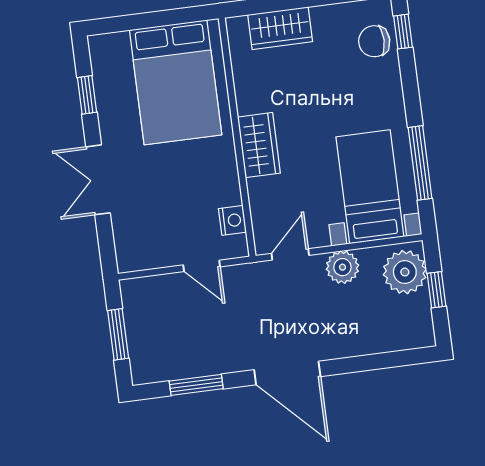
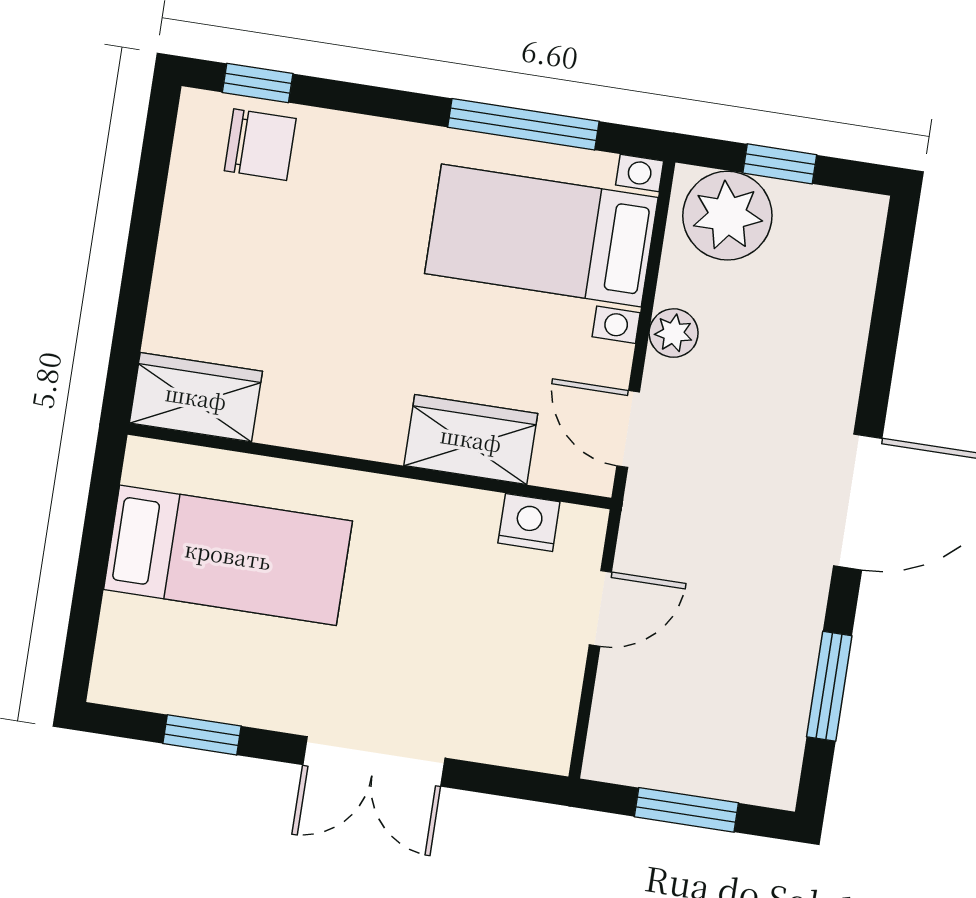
wardrobe: (280, 28) -> (196, 397), moved, turned -90
chair: (374, 41) -> (260, 145), turned -90
bed: (176, 82) -> (228, 555), width x0.67
wardrobe: (259, 145) -> (471, 439), moved
plant: (342, 267) -> (674, 333), width x0.73, depth x0.73

